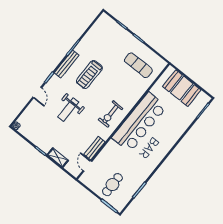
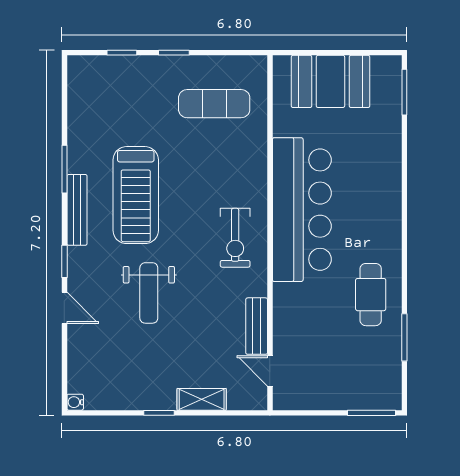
treadmill: (89, 74) -> (136, 195), width x1.37, depth x1.38
cafe table: (112, 185) -> (371, 295), moved

